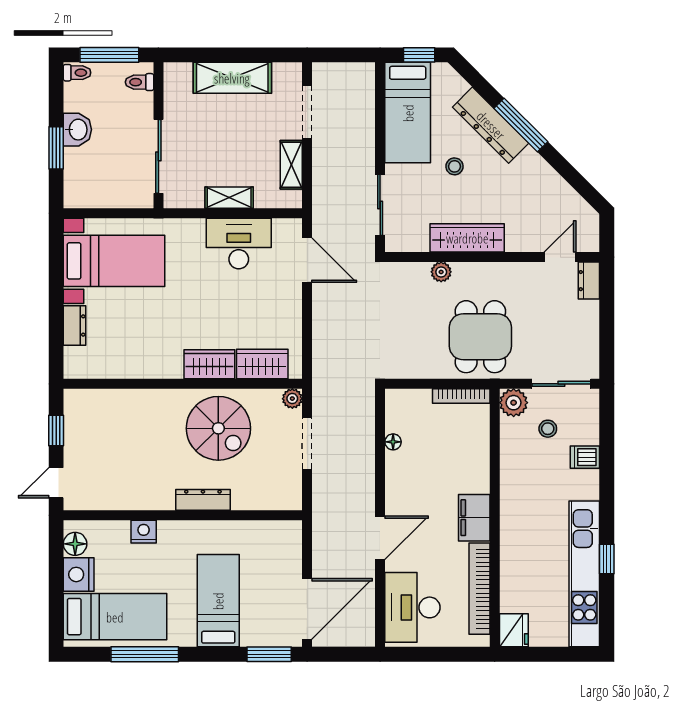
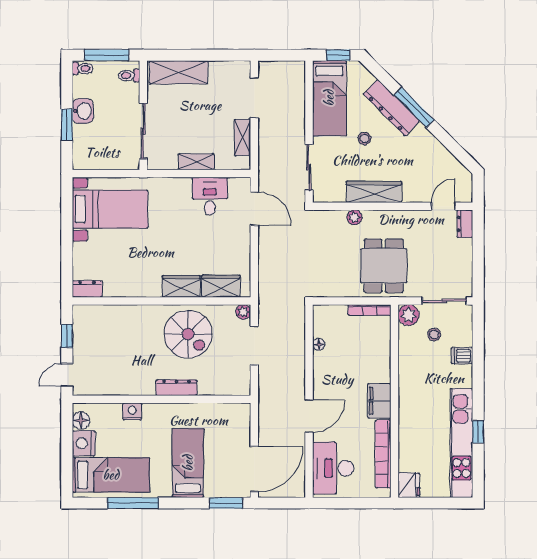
shelving: (232, 78) -> (179, 72), moved
desk: (239, 244) -> (210, 196), width x0.73
dresser: (75, 325) -> (87, 289), moved, turned -90

